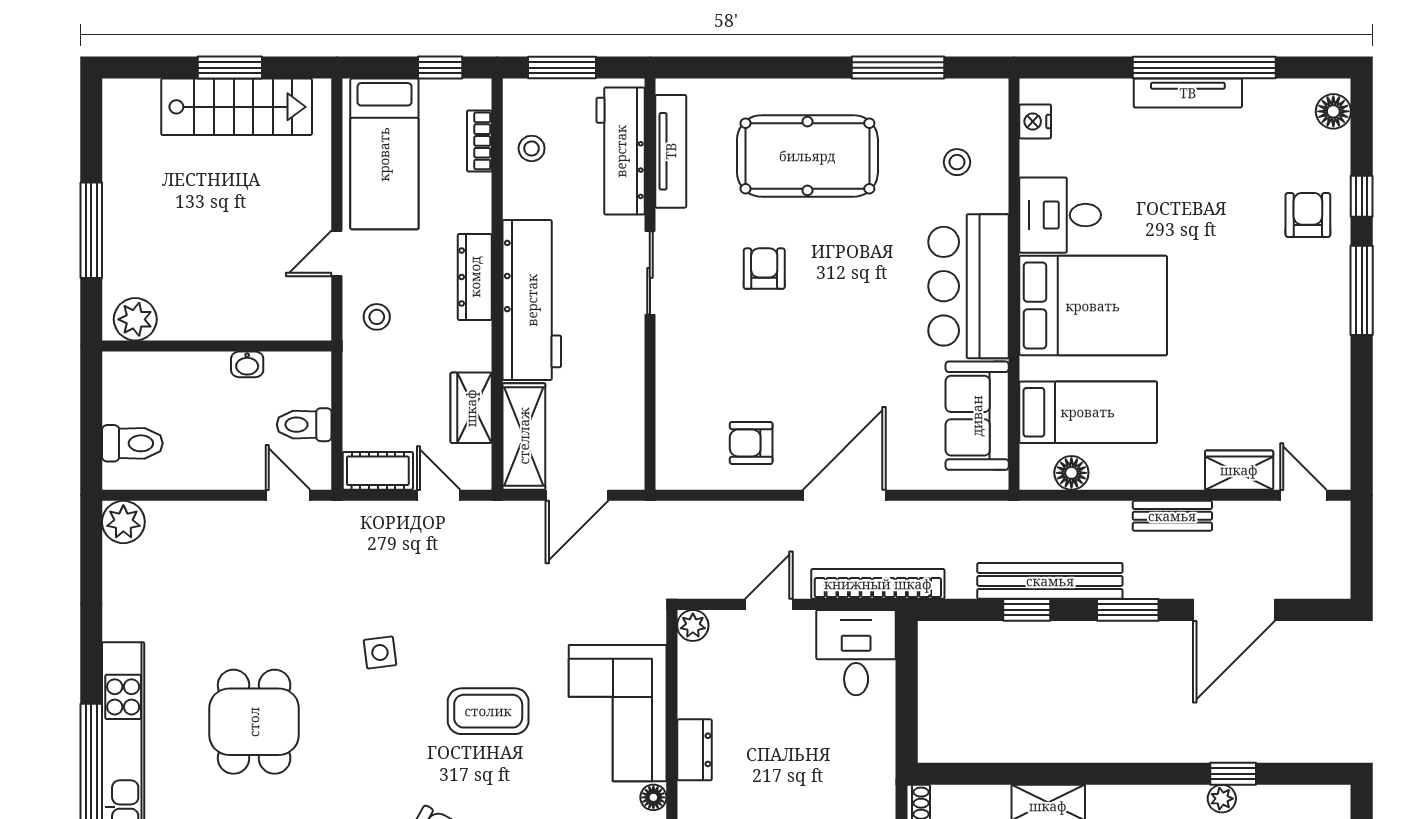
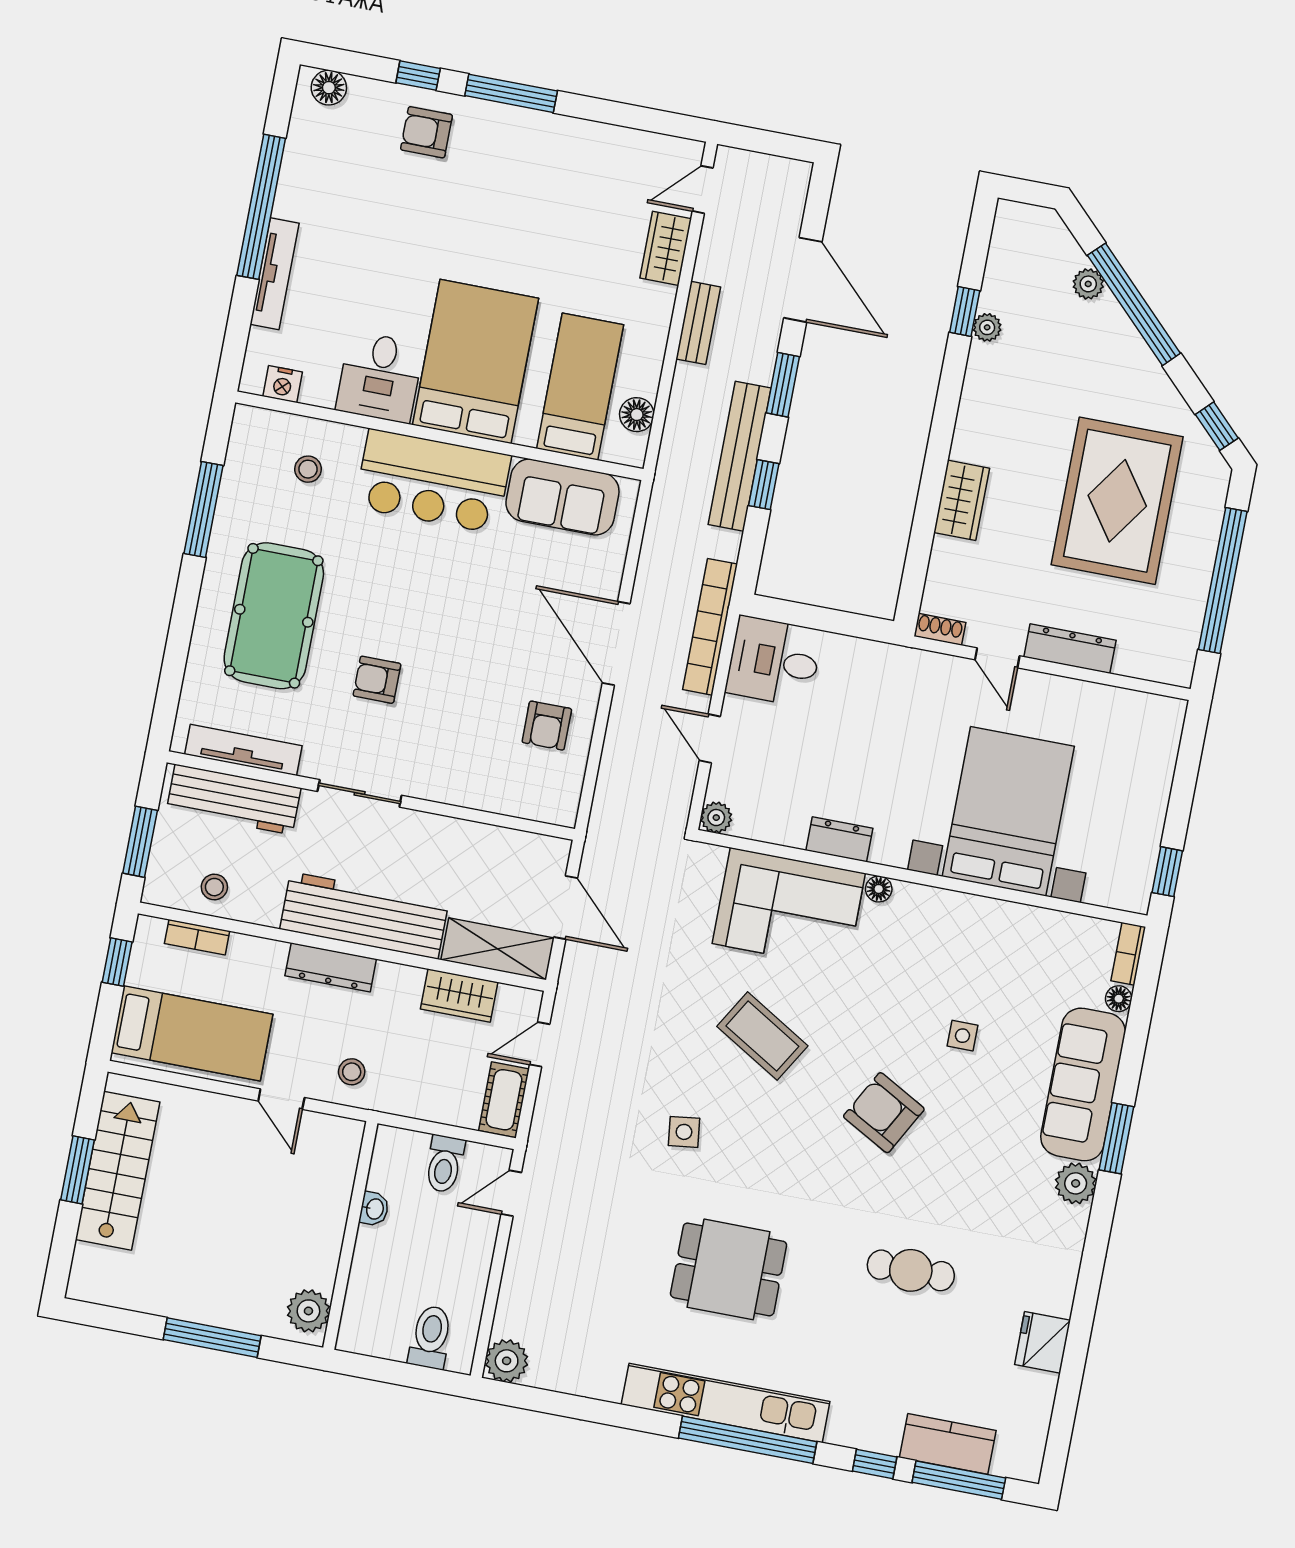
tv unit: (1188, 93) -> (275, 274), moved
coffee table: (488, 711) -> (762, 1036), turned -59

